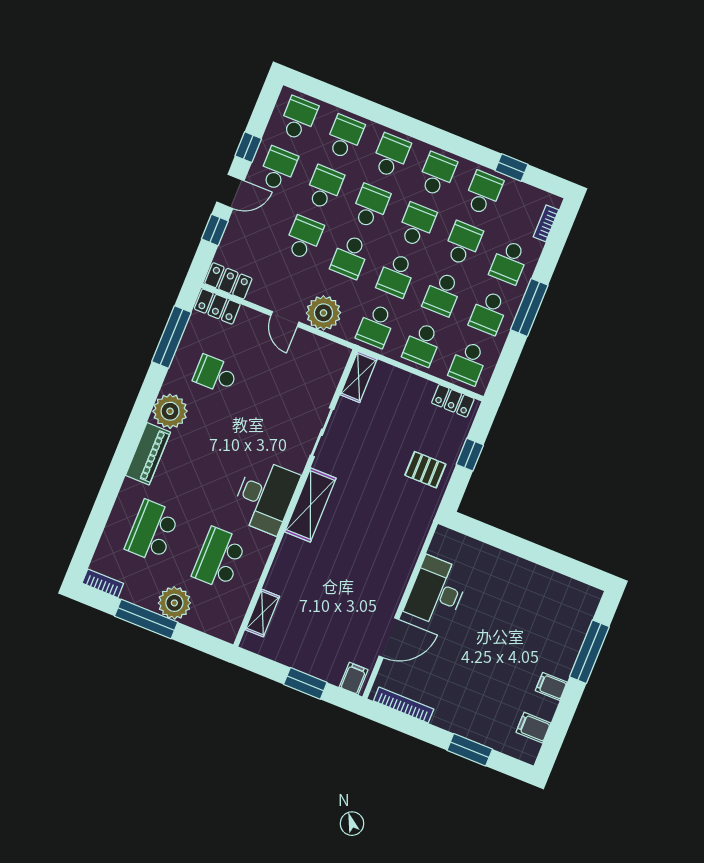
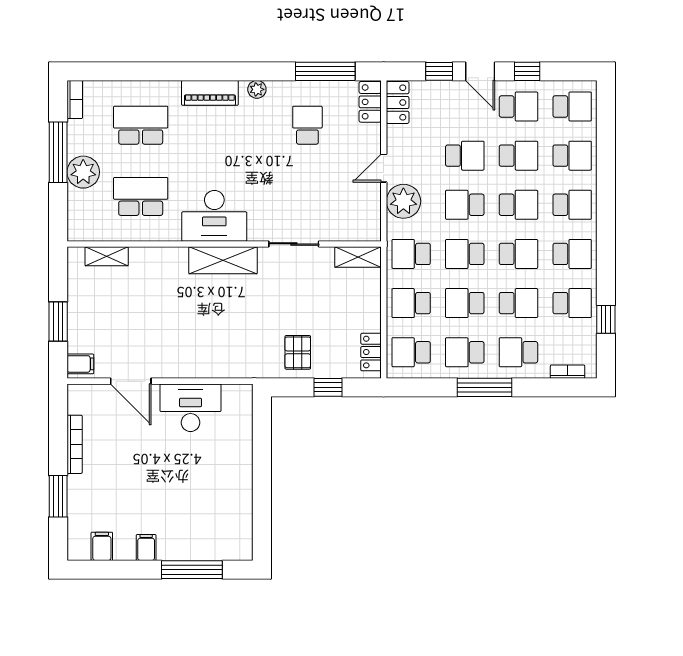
plant: (170, 411) -> (257, 89), width x0.53, depth x0.53
bookcase: (404, 705) -> (75, 444), moved

